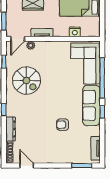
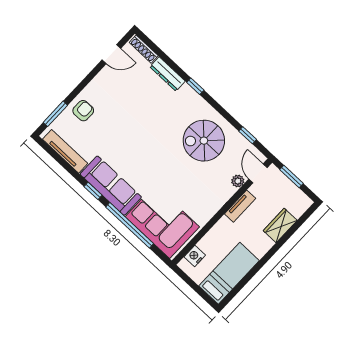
nightstand: (75, 32) -> (195, 256), moved
armchair: (63, 125) -> (83, 111), moved
tv unit: (96, 148) -> (65, 151), width x1.41

